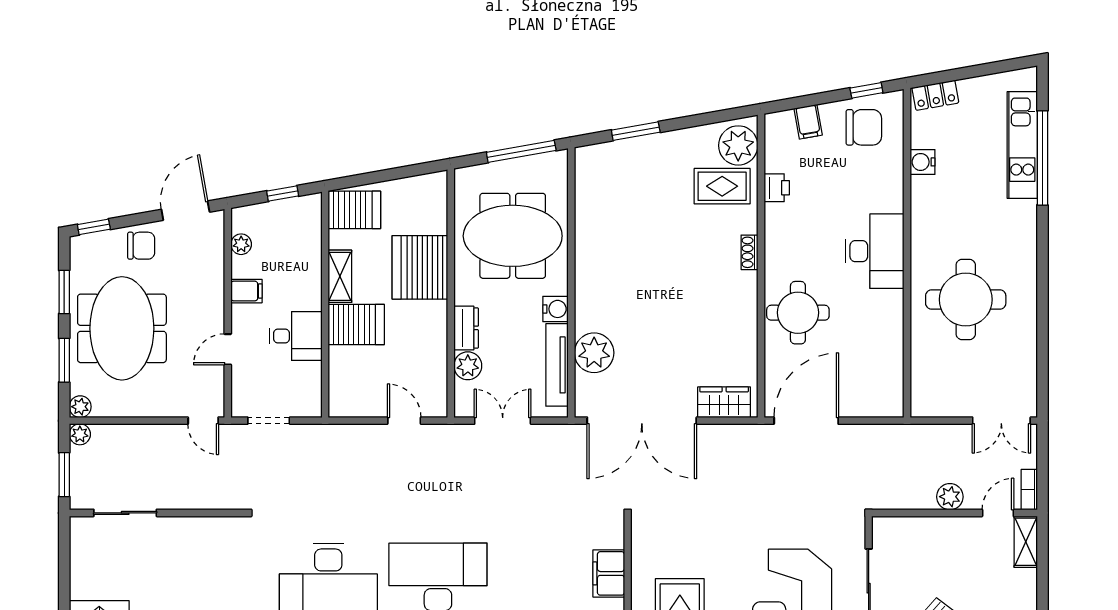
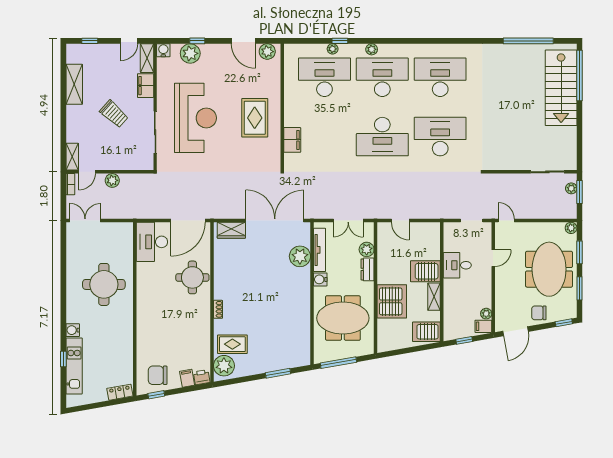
window: (1042, 158) -> (63, 359), width x0.32
water cooler: (923, 162) -> (73, 330), moved, turned 180
printer: (777, 188) -> (202, 377), moved, turned 80
desk: (875, 251) -> (152, 242), moved
filing cabinet: (246, 291) -> (483, 326), moved
plant: (80, 434) -> (571, 188), moved

